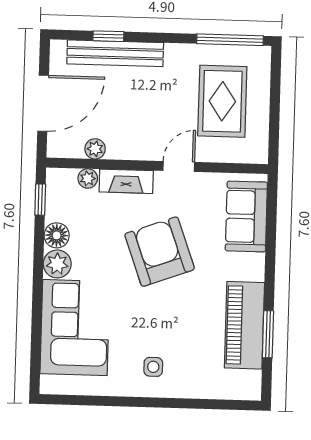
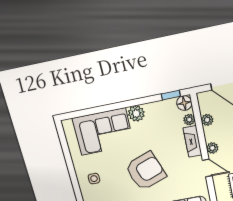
plant: (145, 150) -> (212, 148), added
floor lamp: (57, 235) -> (184, 103), moved
armchair: (160, 252) -> (146, 171), moved

